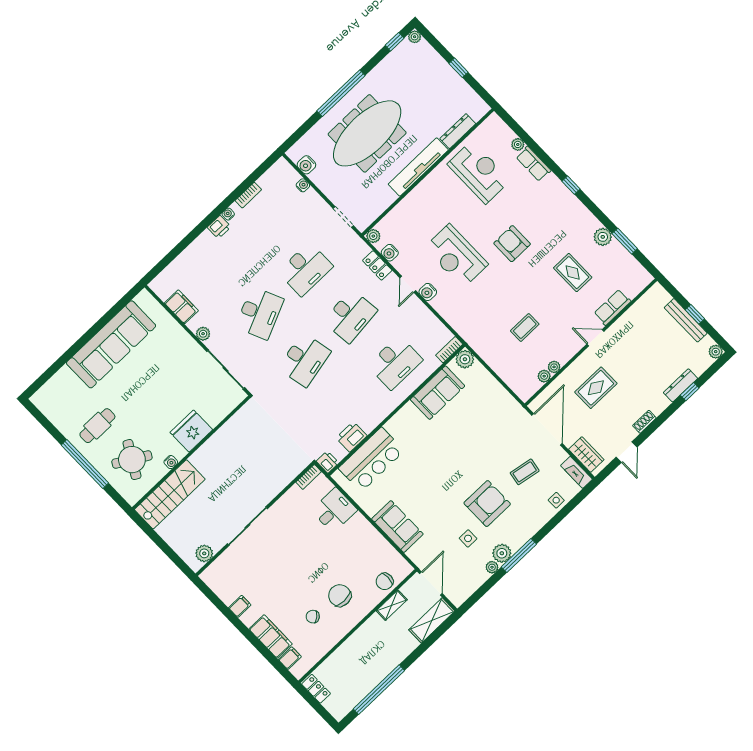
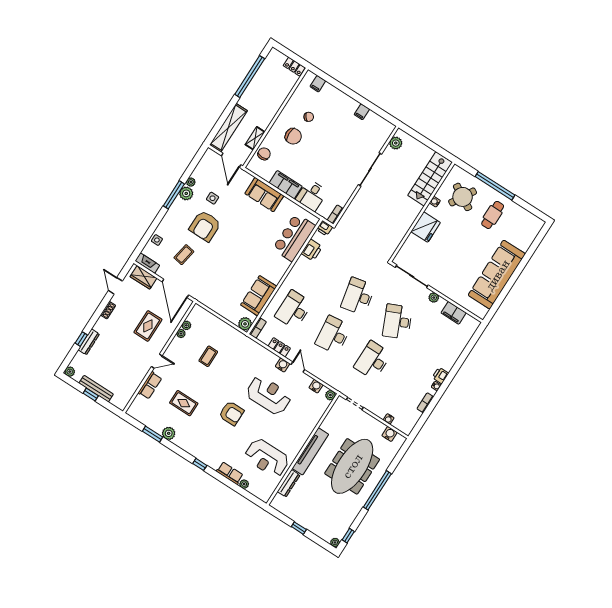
locker: (377, 265) -> (279, 347), moved
shelving: (432, 620) -> (228, 128), width x1.47
filing cabinet: (271, 636) -> (286, 185), moved, turned 180

